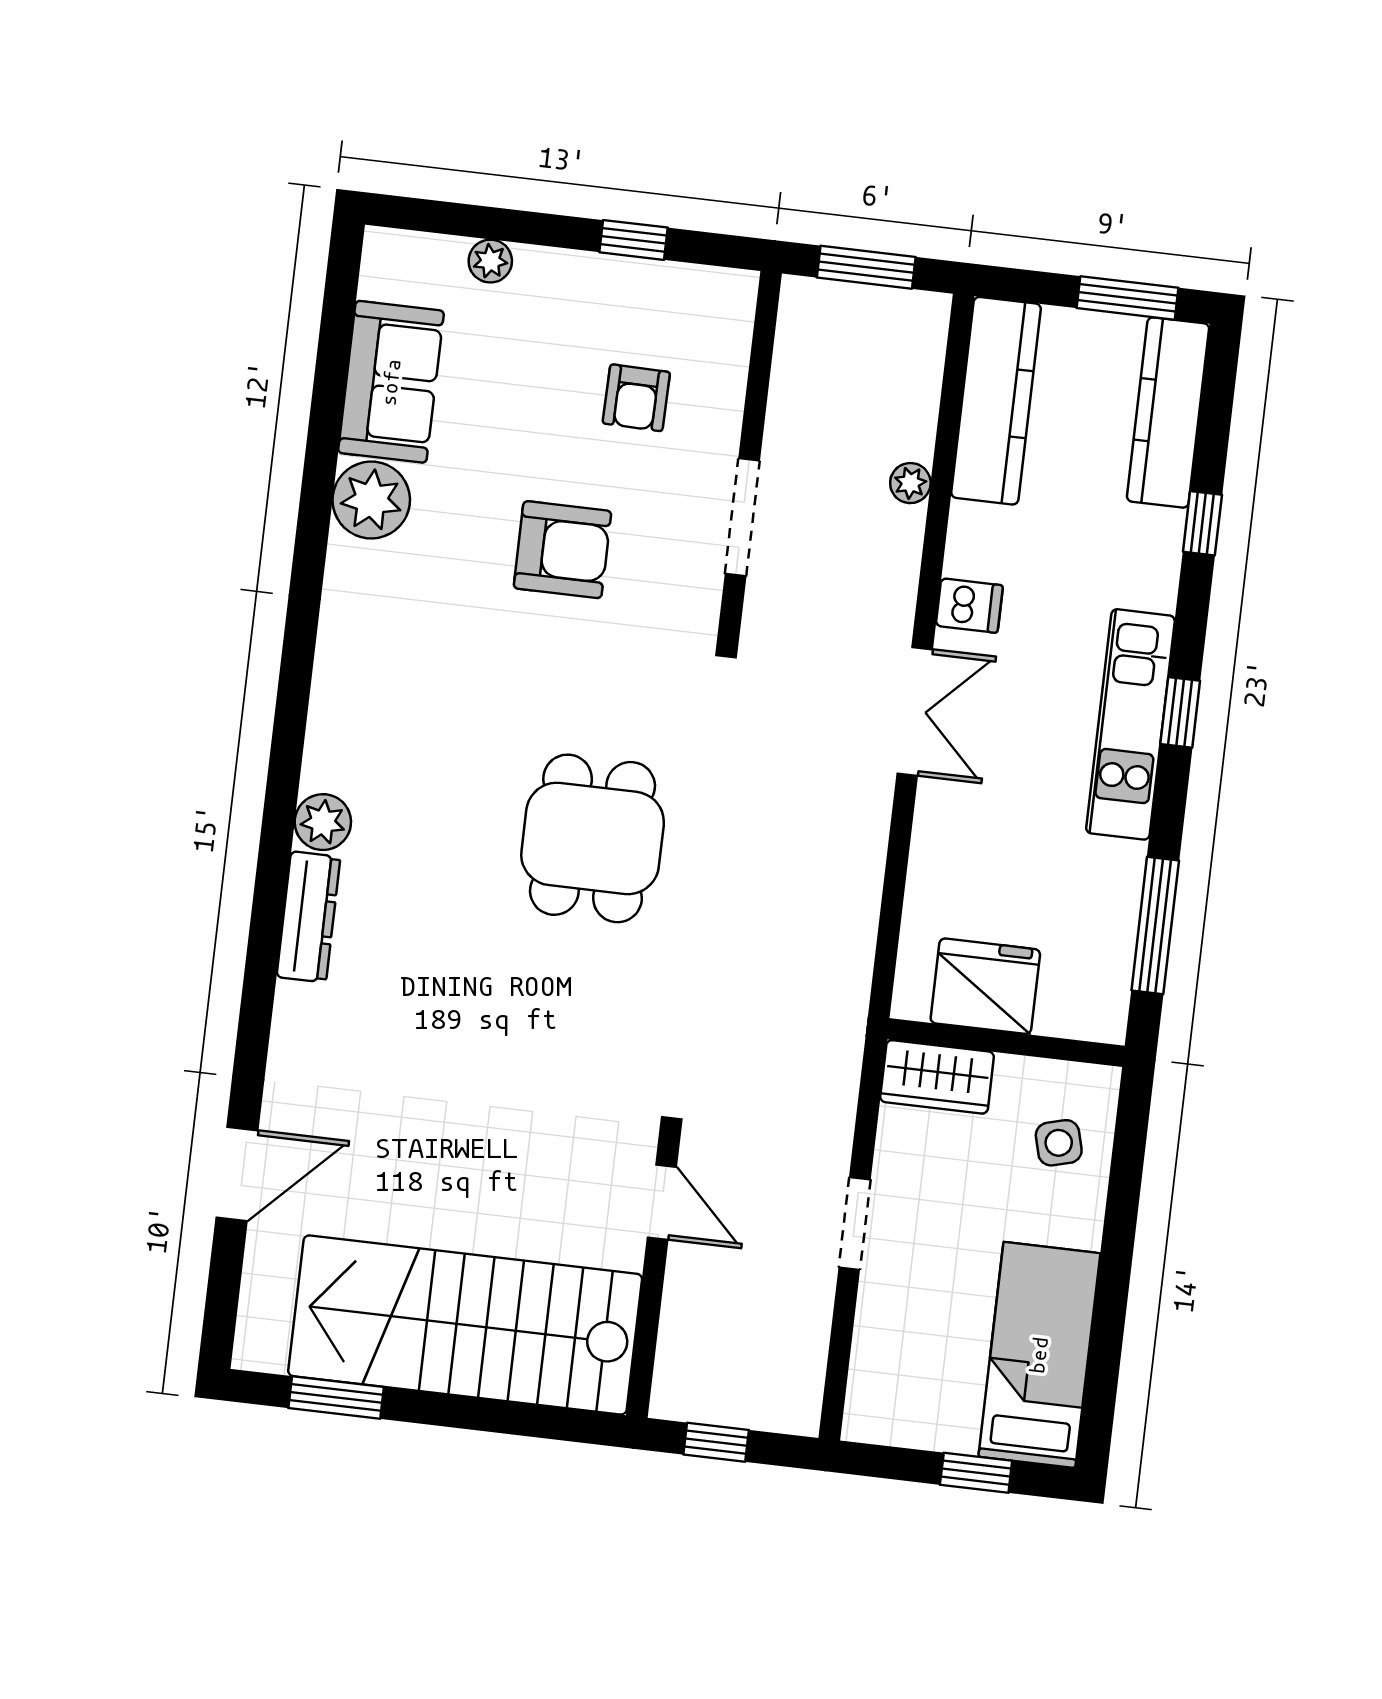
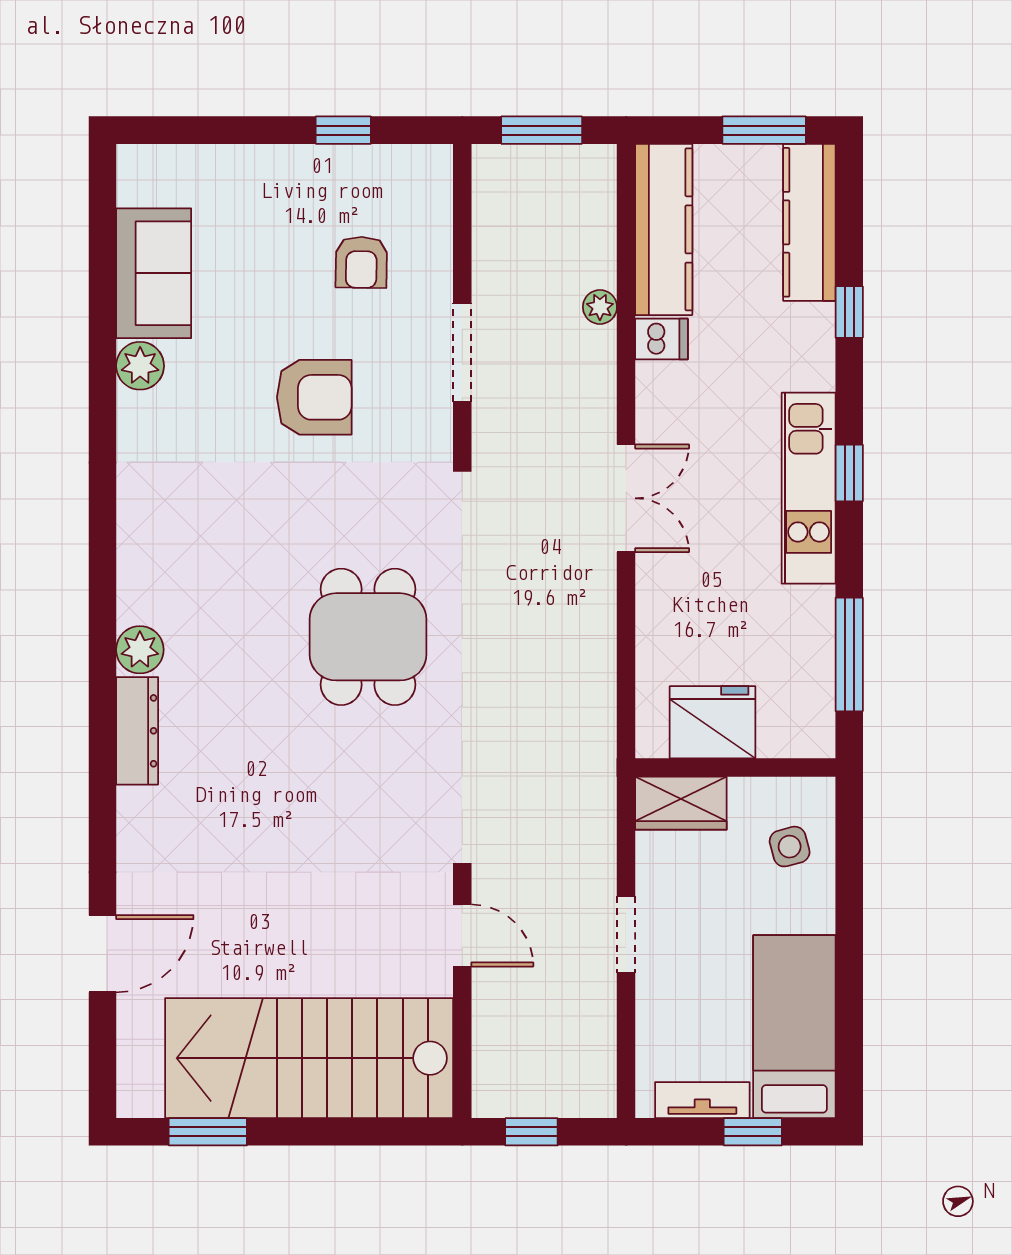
plant: (490, 261) -> (225, 162), removed
plant: (371, 500) -> (140, 366), width x0.73, depth x0.73
dishwasher: (969, 606) -> (661, 339), moved
tv unit: (921, 1429) -> (702, 1100), added

